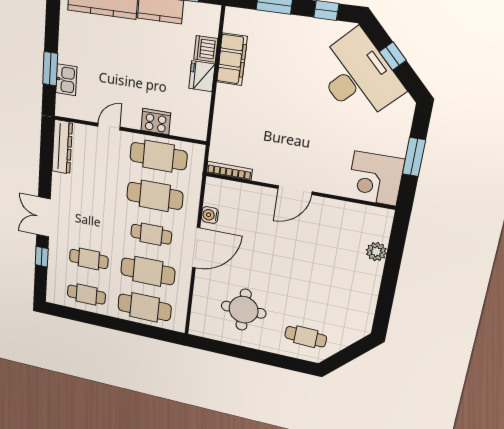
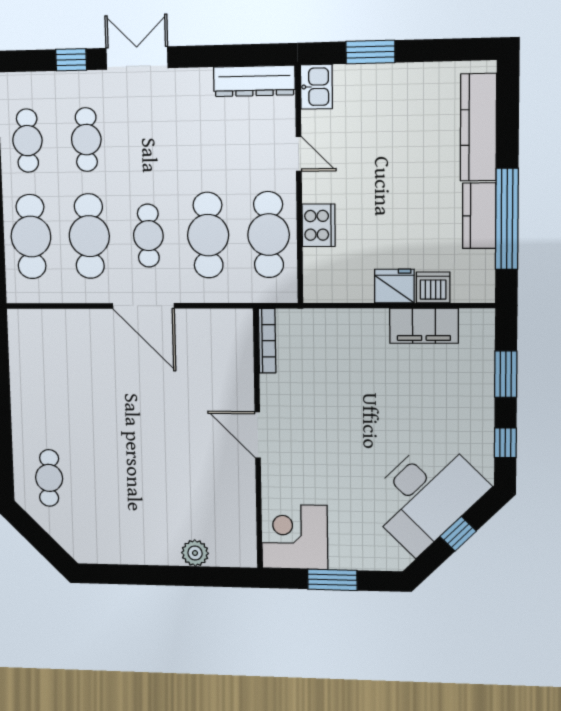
kitchen sink: (66, 80) -> (316, 87), moved, turned -90
water cooler: (210, 215) -> (197, 320), removed
round table: (244, 310) -> (66, 386), removed

